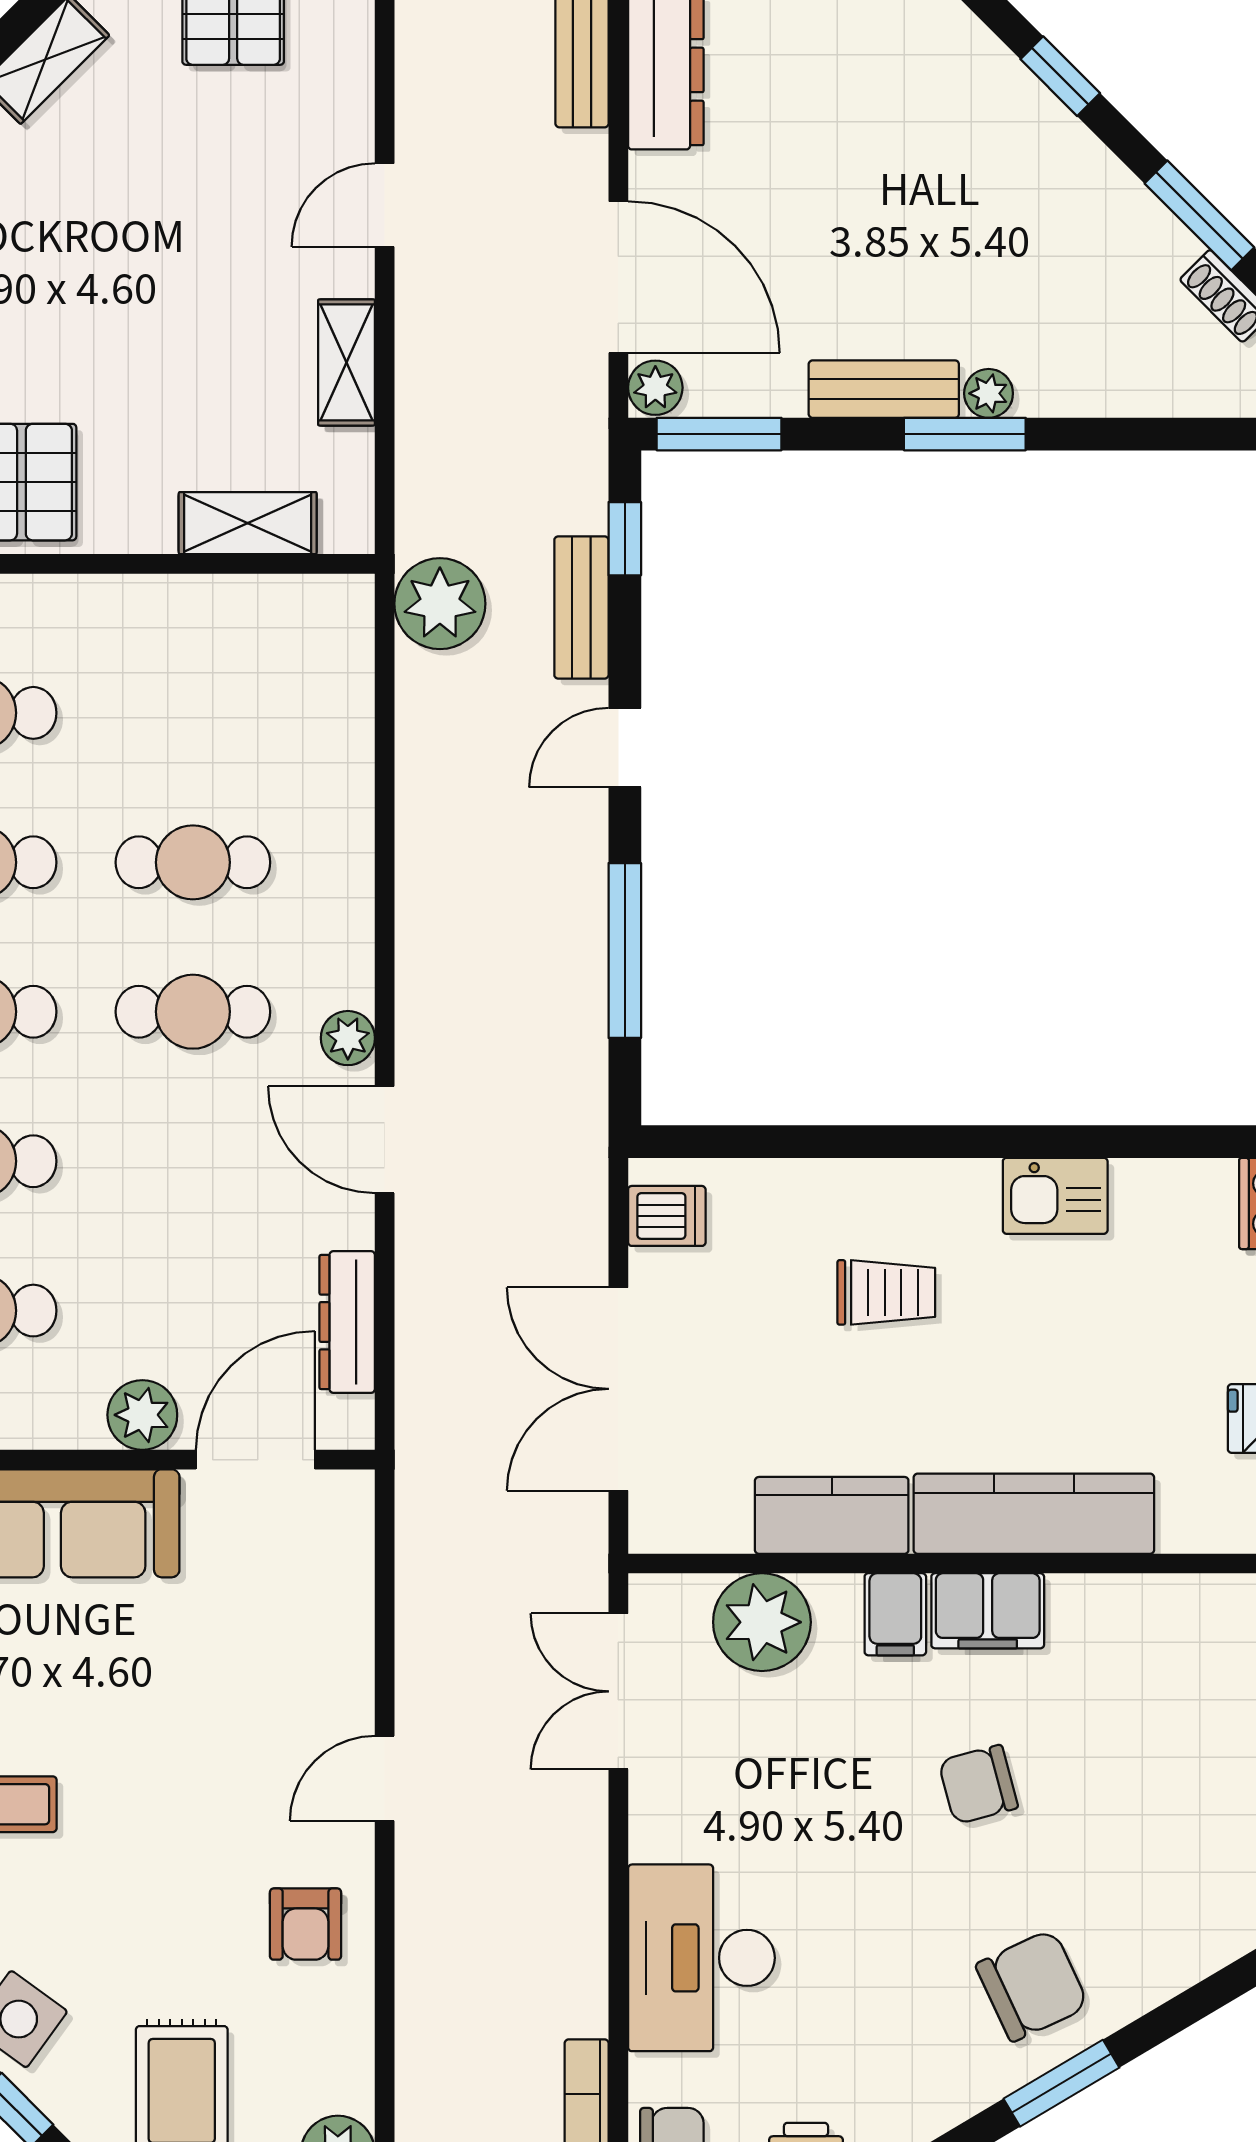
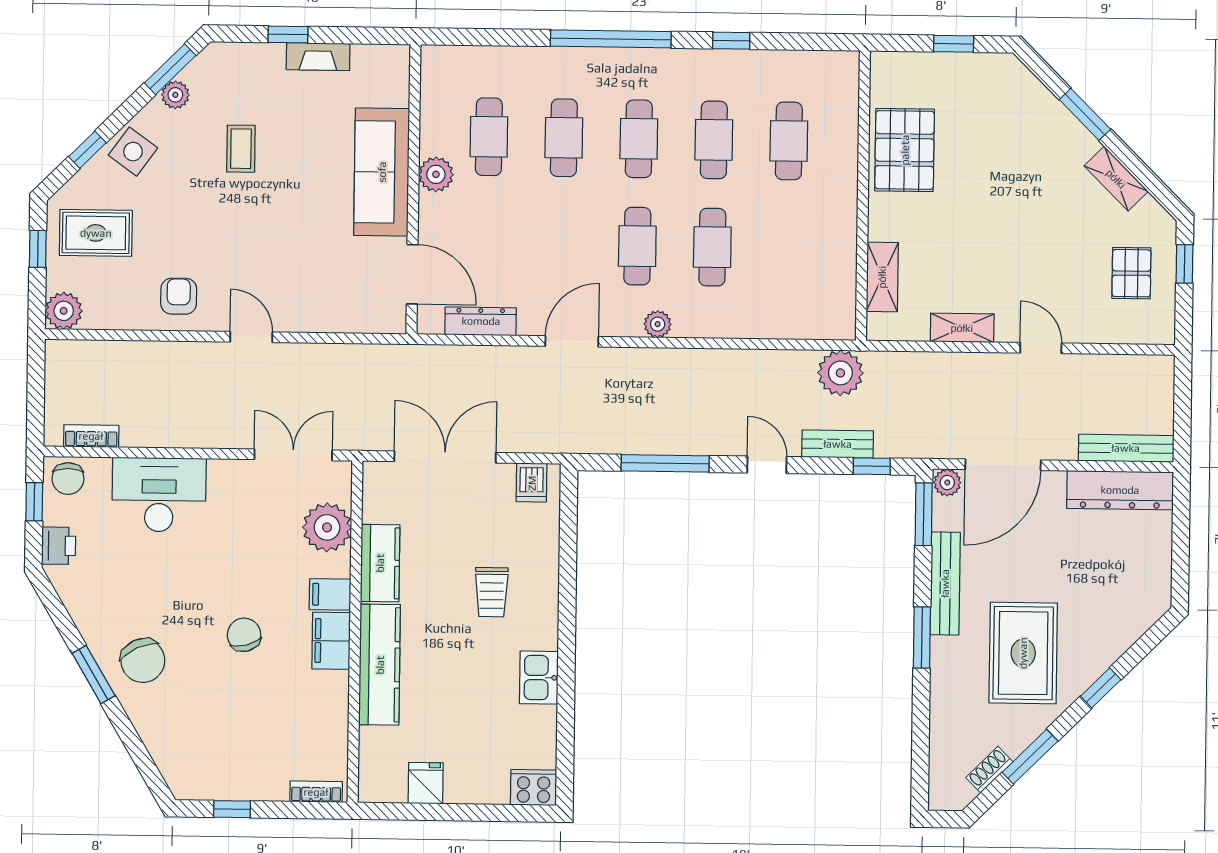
rug: (993, 232) -> (1023, 653), added
bench: (884, 389) -> (945, 583), width x1.36
plant: (989, 393) -> (942, 650), removed
plant: (348, 1038) -> (658, 324), moved
plant: (142, 1415) -> (436, 174), moved
armchair: (306, 1924) -> (179, 296), turned 90

